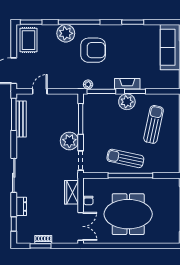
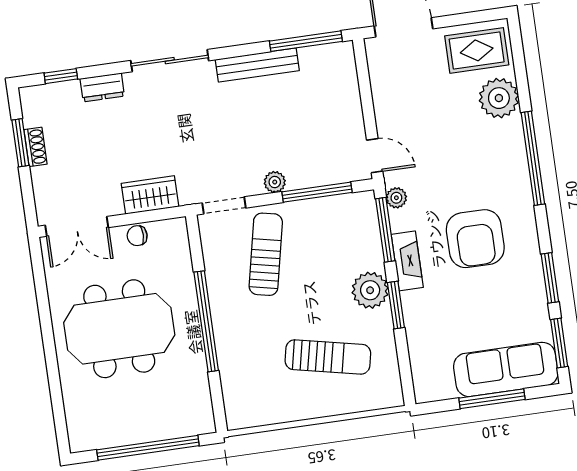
window: (31, 22) -> (559, 343), moved
plant: (66, 33) -> (499, 98), moved
armchair: (93, 50) -> (475, 239), moved
fireplace: (127, 84) -> (407, 261), moved
door: (40, 91) -> (375, 156), moved
bench: (21, 119) -> (257, 65), moved
plant: (69, 141) -> (275, 182), width x0.53, depth x0.53
sun lounger: (125, 158) -> (266, 254), moved
meeting table: (128, 214) -> (119, 329), turned 90

